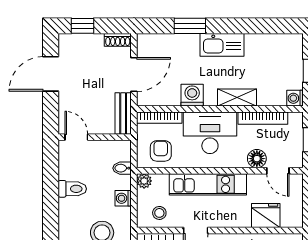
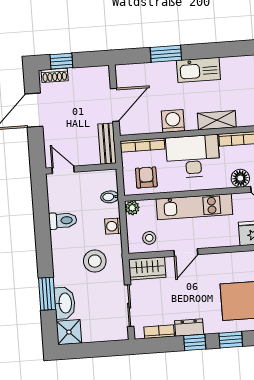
shoe rack: (118, 40) -> (55, 75), moved

